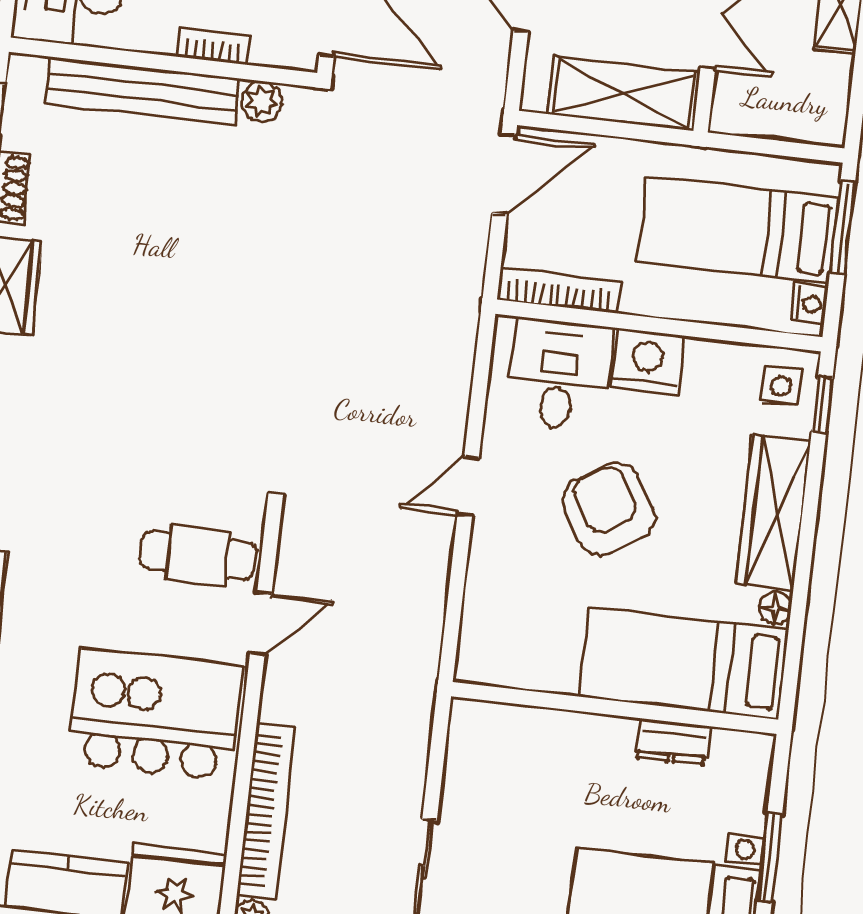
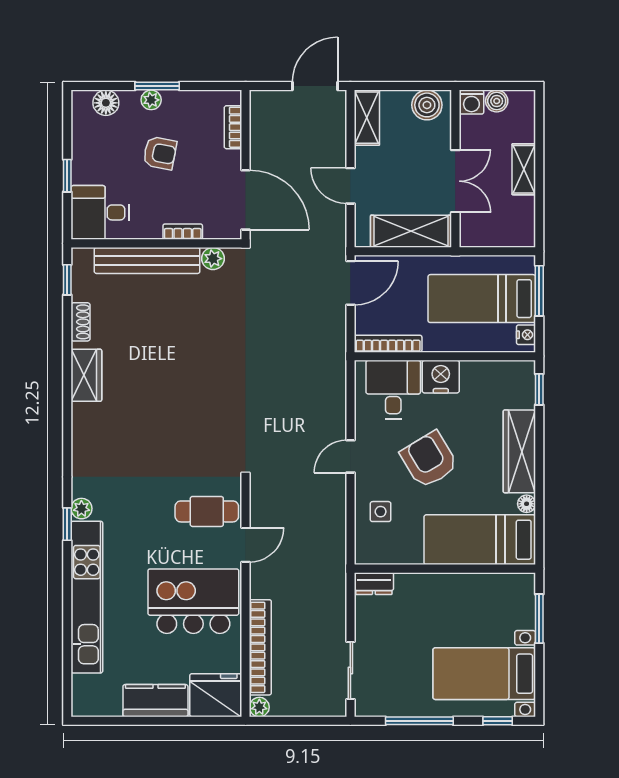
side table: (781, 386) -> (381, 512), moved
dresser: (673, 742) -> (374, 584), moved
window: (770, 858) -> (539, 619), moved

